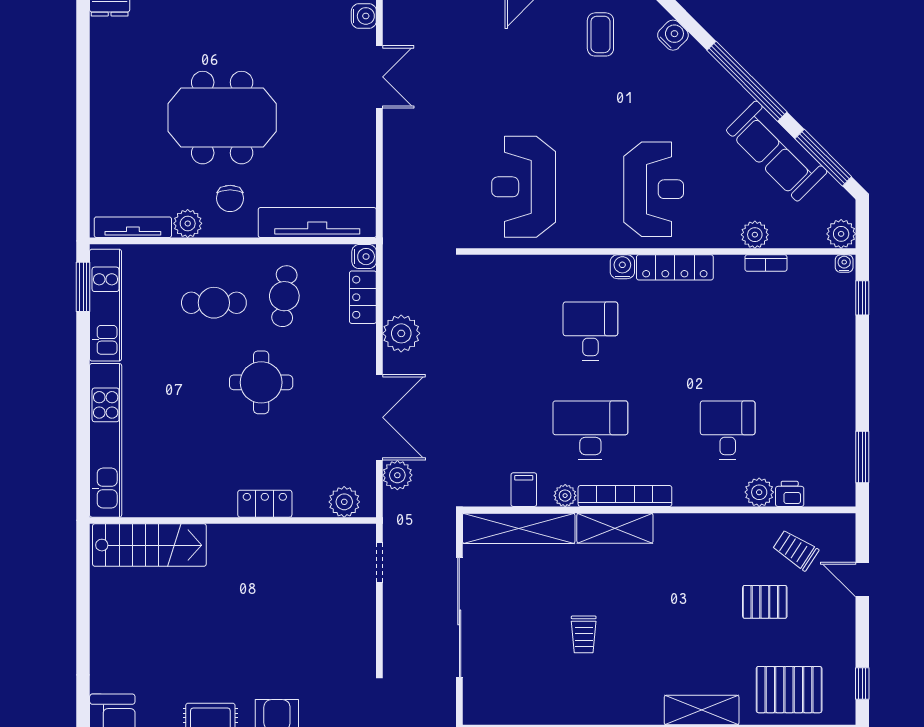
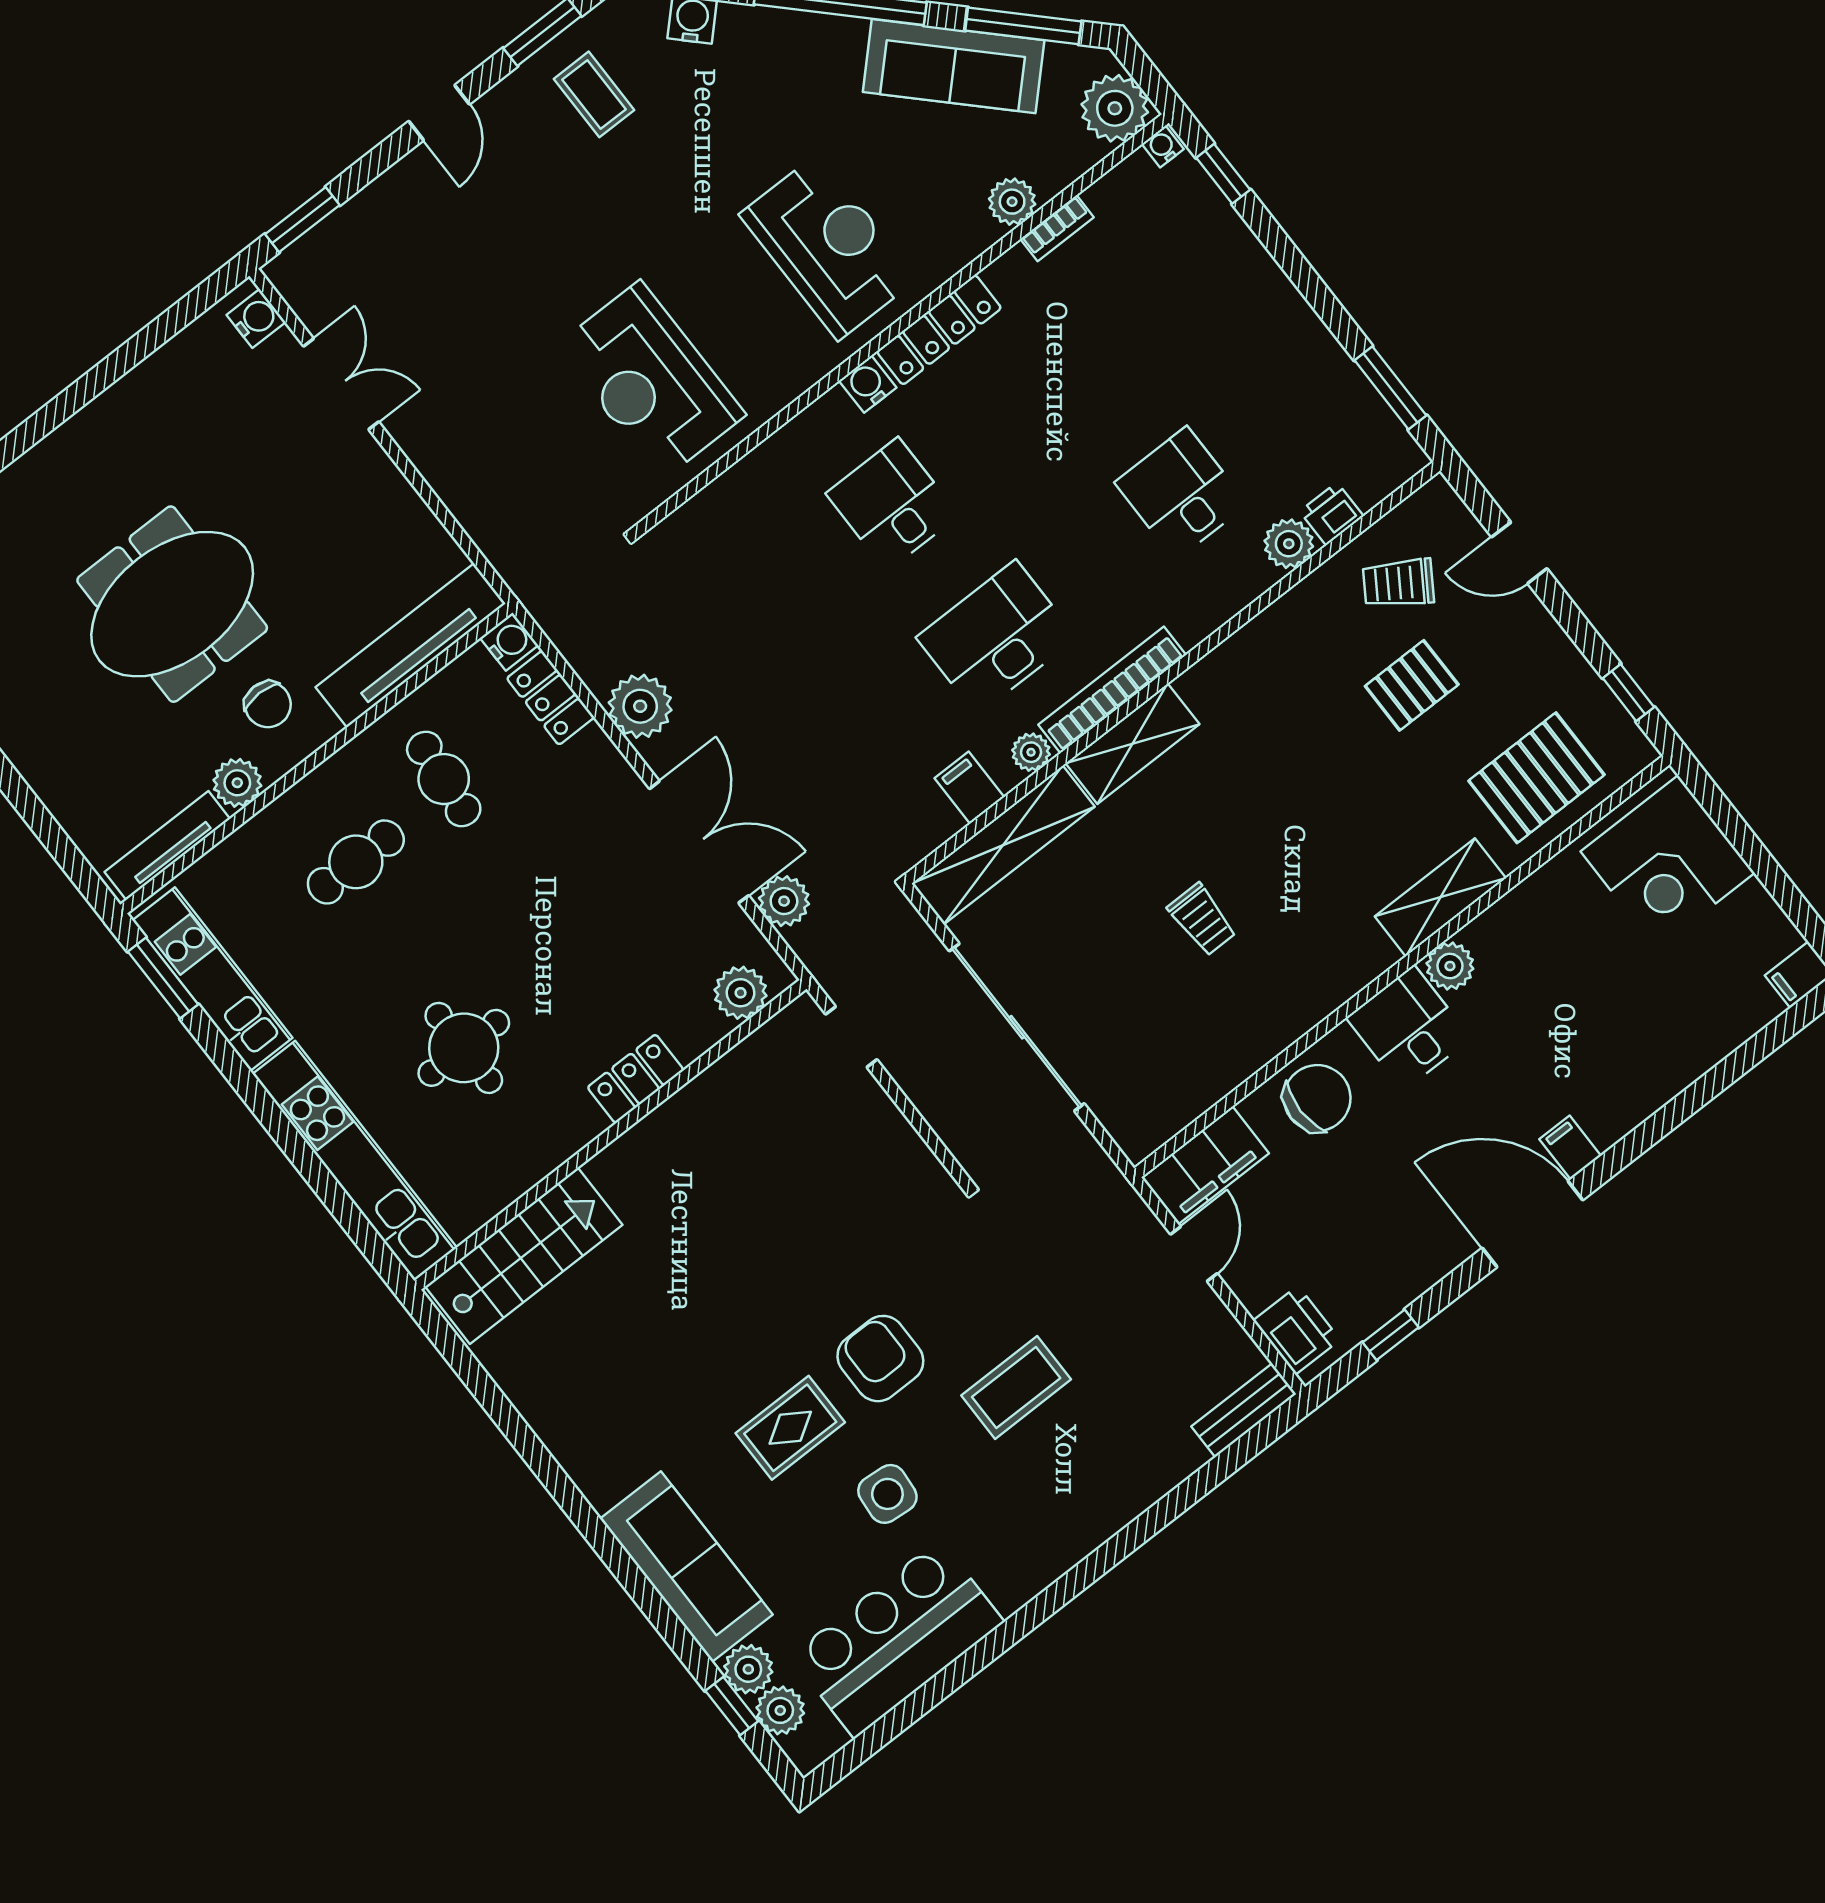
plant: (841, 234) -> (1115, 108), width x1.36, depth x1.36
round table: (261, 382) -> (464, 1048), moved

